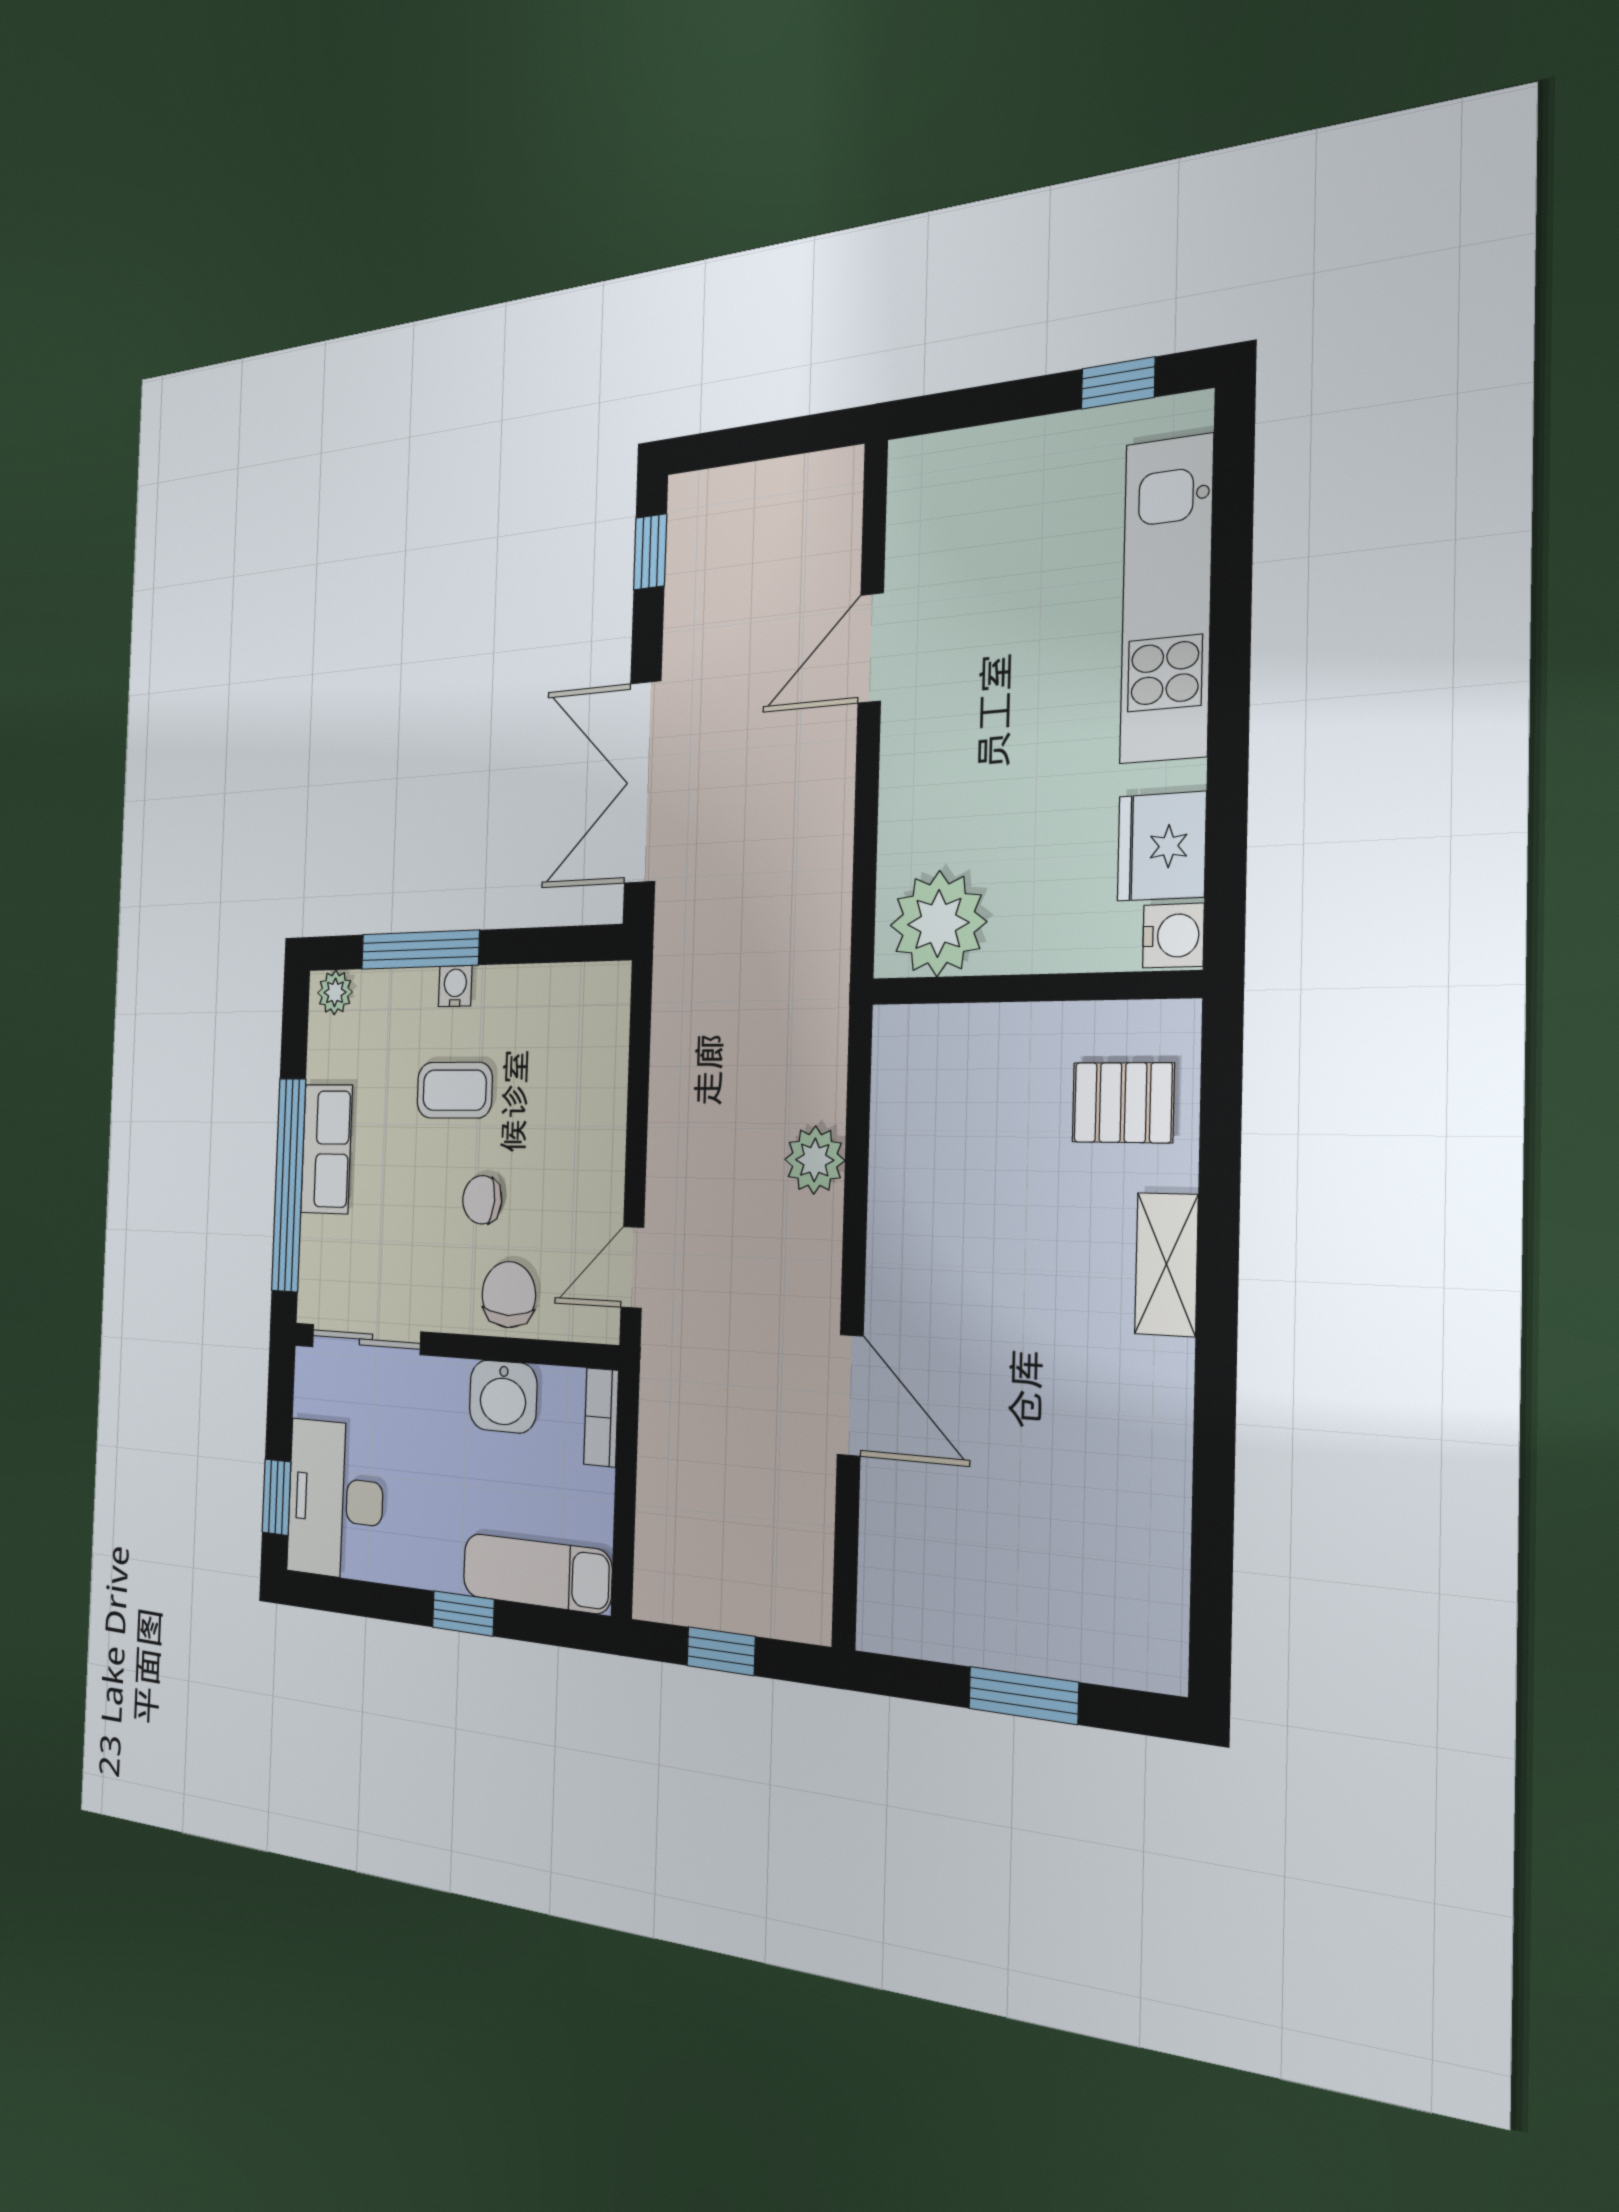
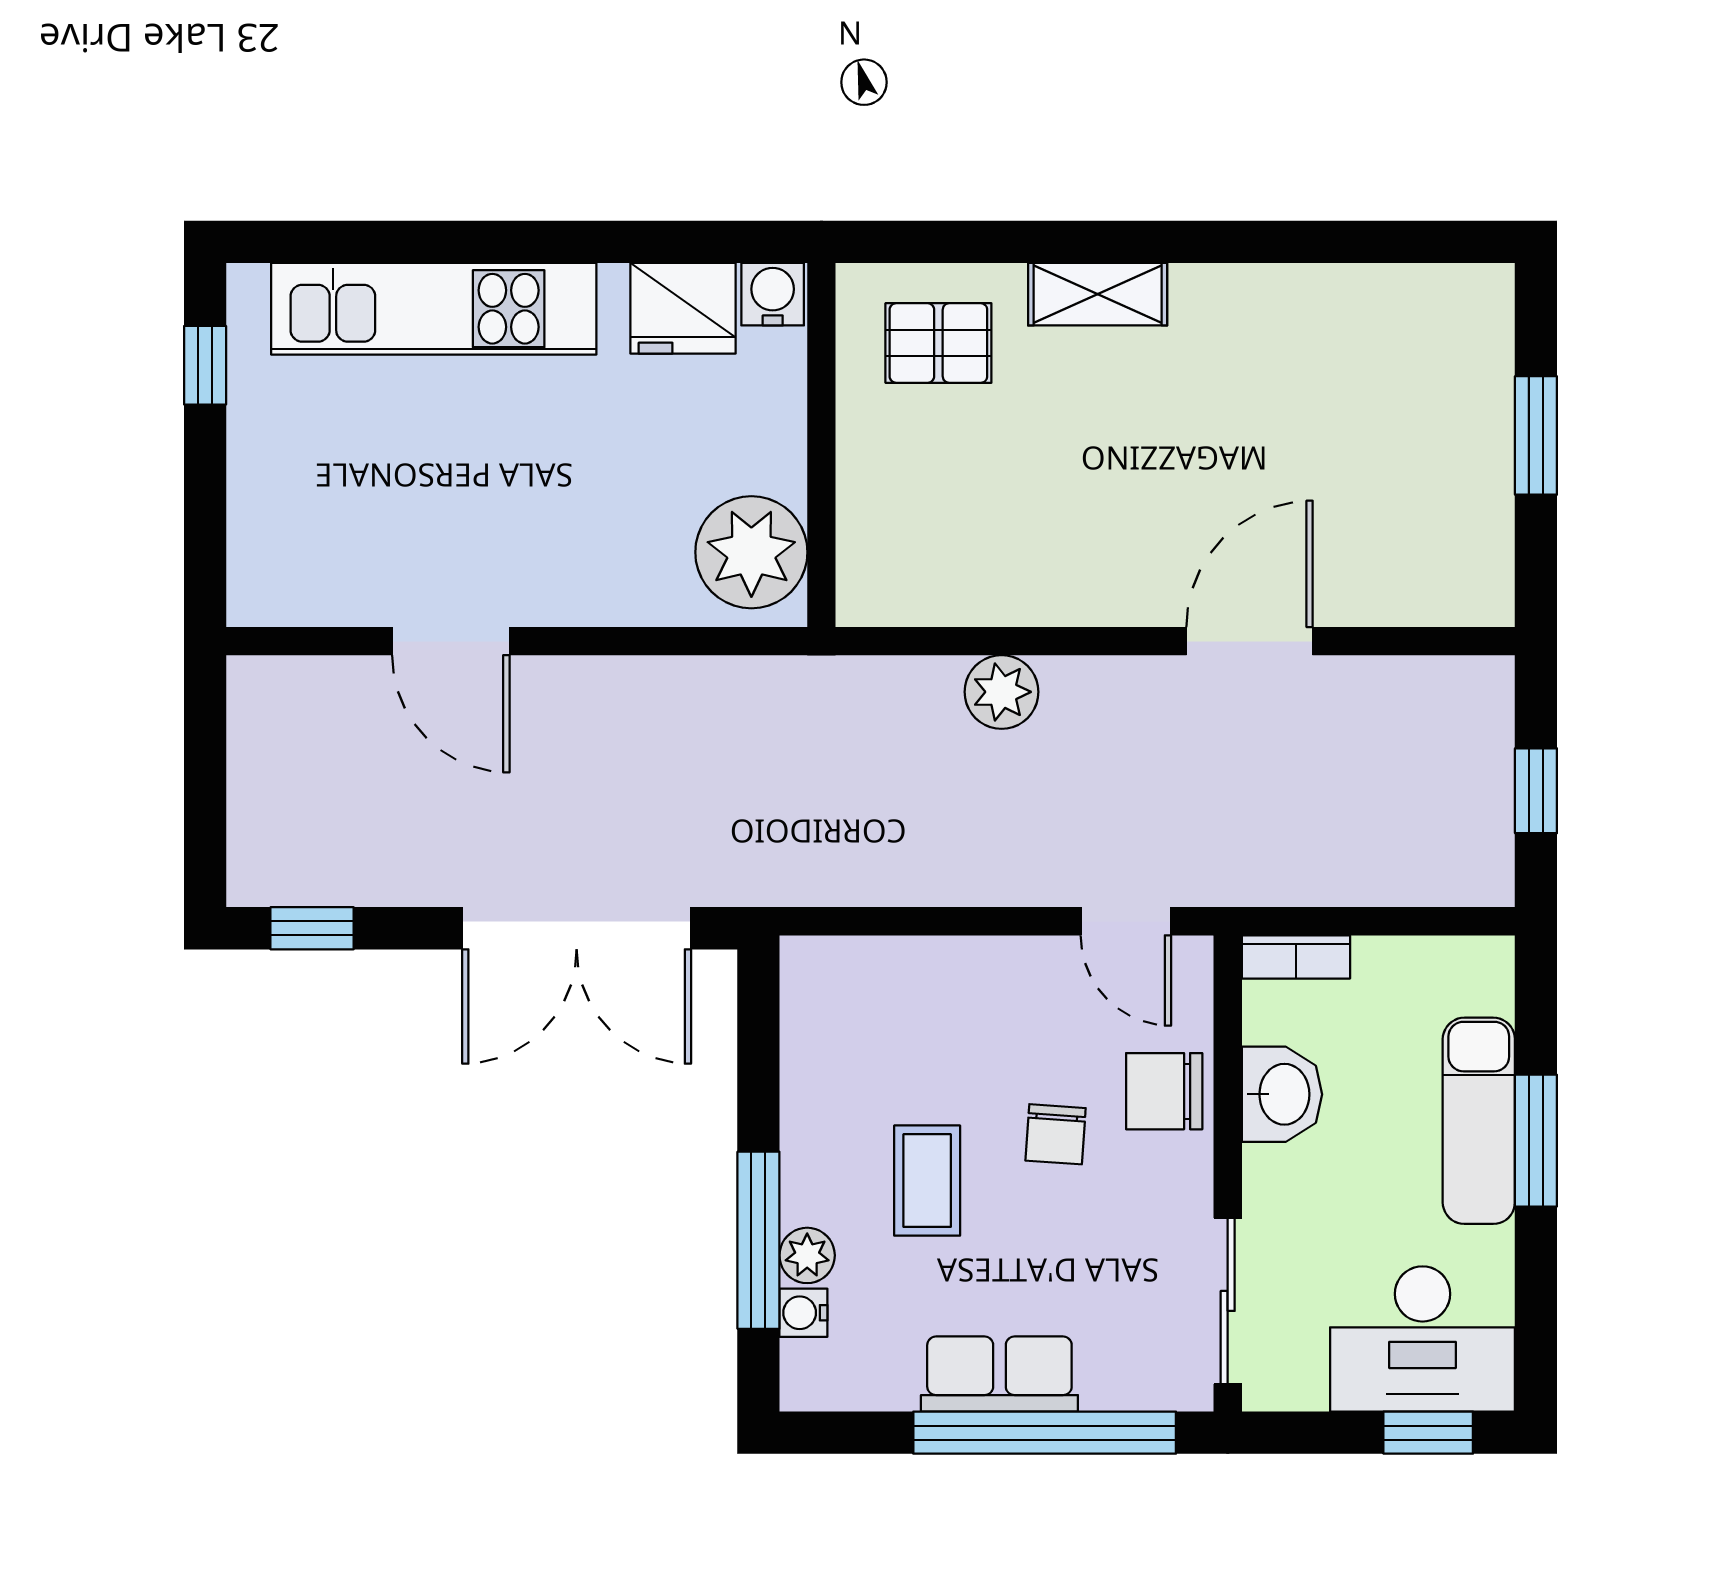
water cooler: (455, 986) -> (803, 1313), moved
plant: (335, 992) -> (807, 1255), moved
pallet: (1123, 1103) -> (938, 343), turned 90
exam couch: (537, 1573) -> (1479, 1121), moved
window: (463, 1613) -> (1536, 1141), width x1.50

